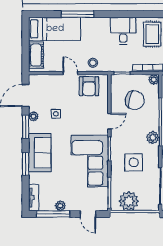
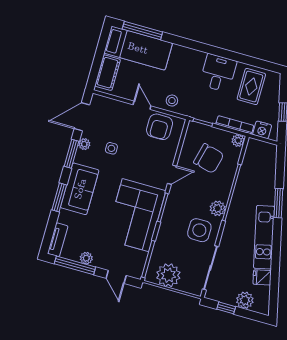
window: (77, 14) -> (142, 31), moved
side table: (134, 162) -> (199, 230), moved

